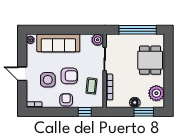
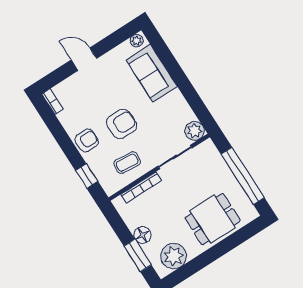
sofa: (58, 43) -> (152, 73), width x0.73
door: (22, 74) -> (84, 59), hinge flipped
armchair: (69, 76) -> (122, 124), turned -90
side table: (48, 80) -> (98, 99), removed

